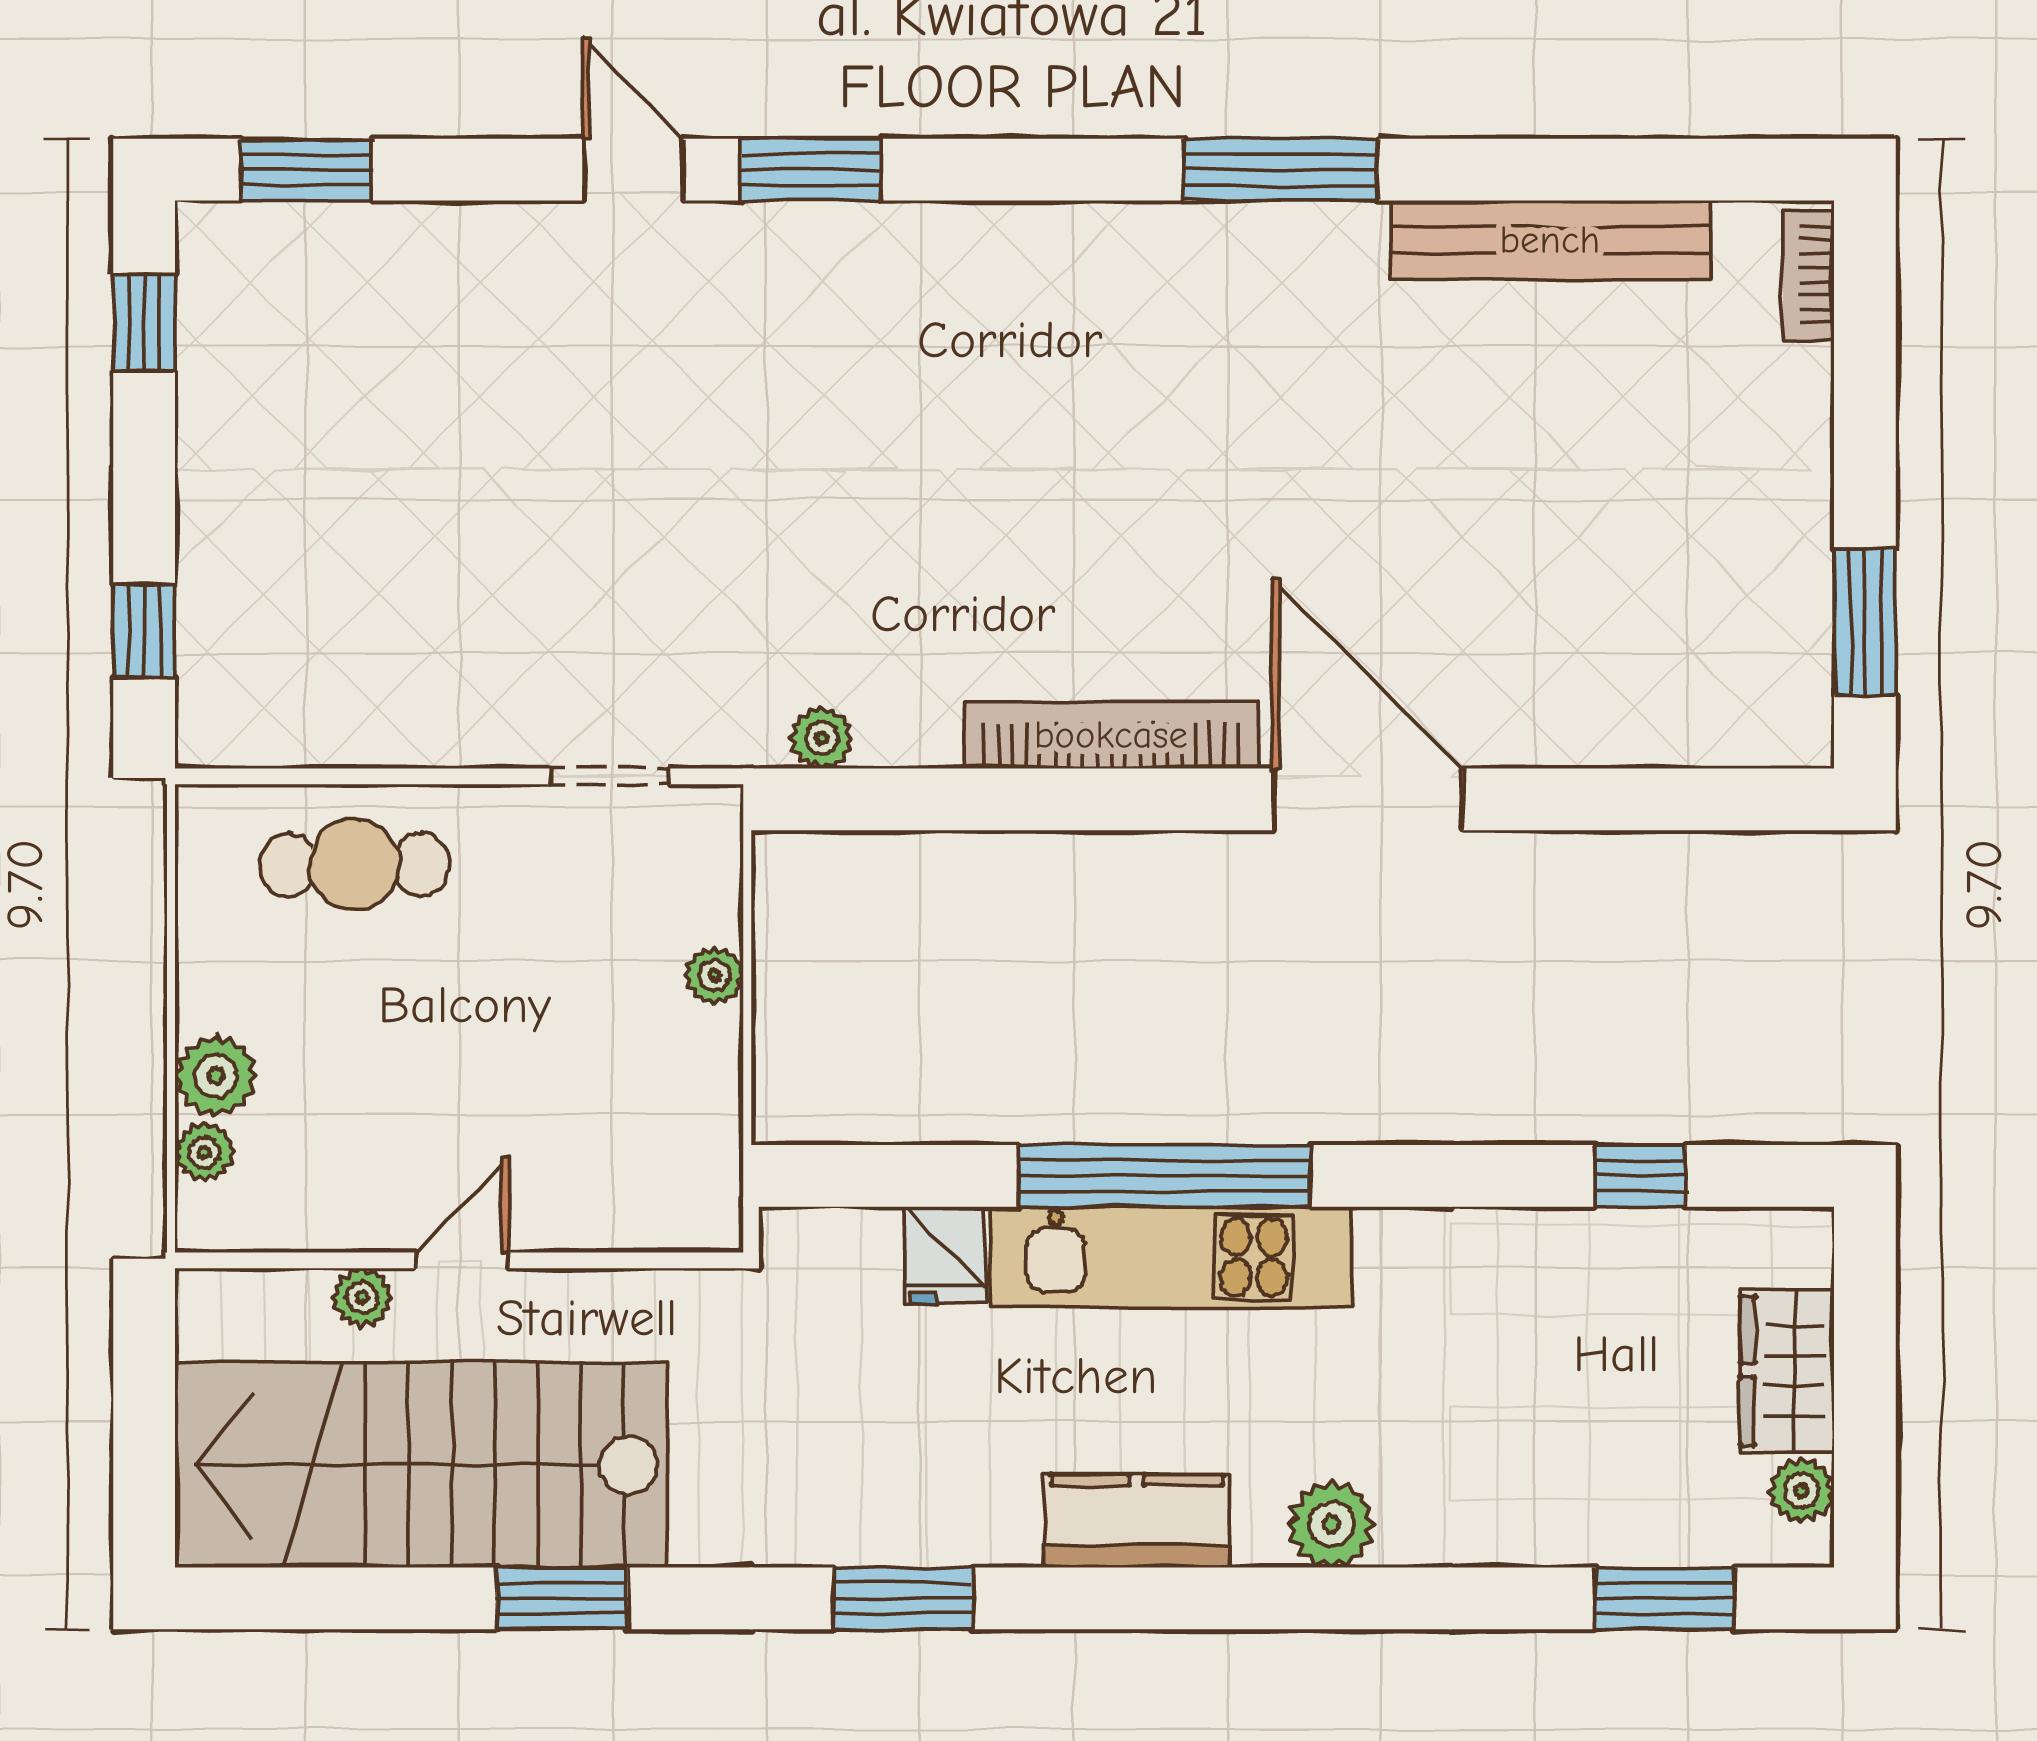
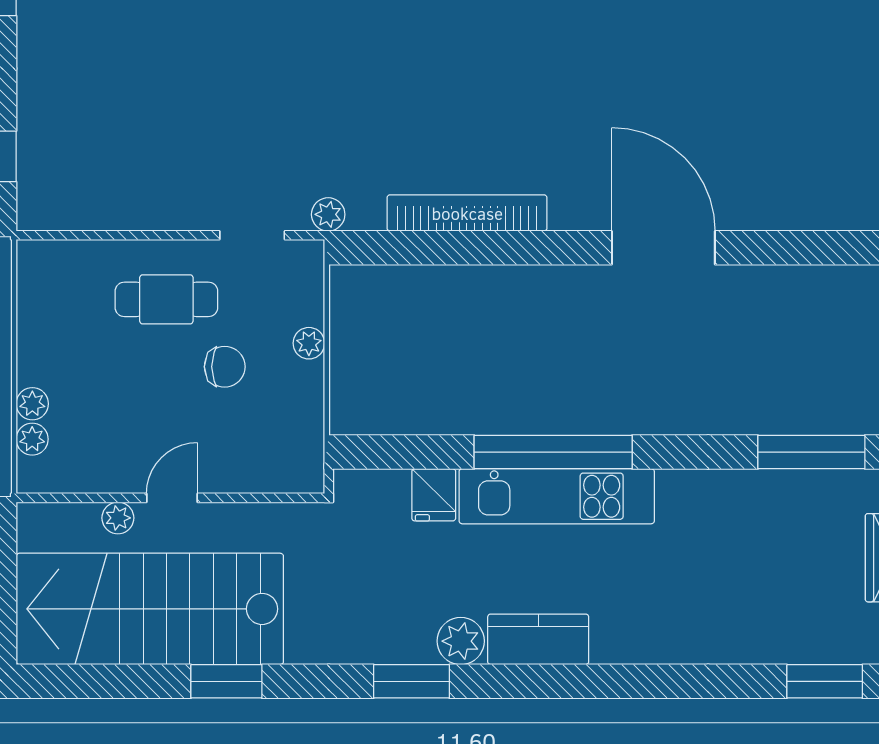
bookcase: (1111, 735) -> (467, 213), moved
plant: (821, 738) -> (328, 214), moved
cafe table: (355, 865) -> (166, 299), moved
chair: (559, 1019) -> (225, 367), added
plant: (216, 1076) -> (32, 404), width x0.73, depth x0.73
window: (1640, 1176) -> (811, 452), width x2.17
plant: (1331, 1524) -> (461, 641), moved

